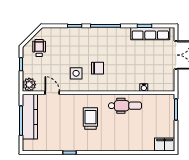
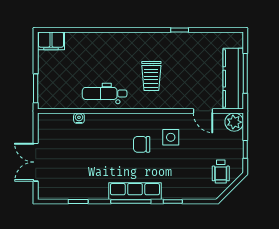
row of seats: (150, 34) -> (135, 191), moved

